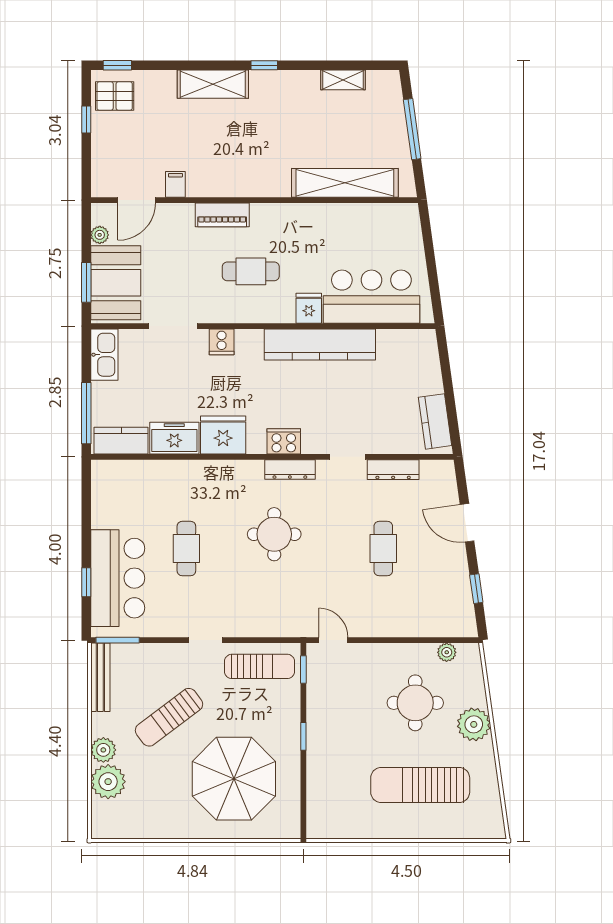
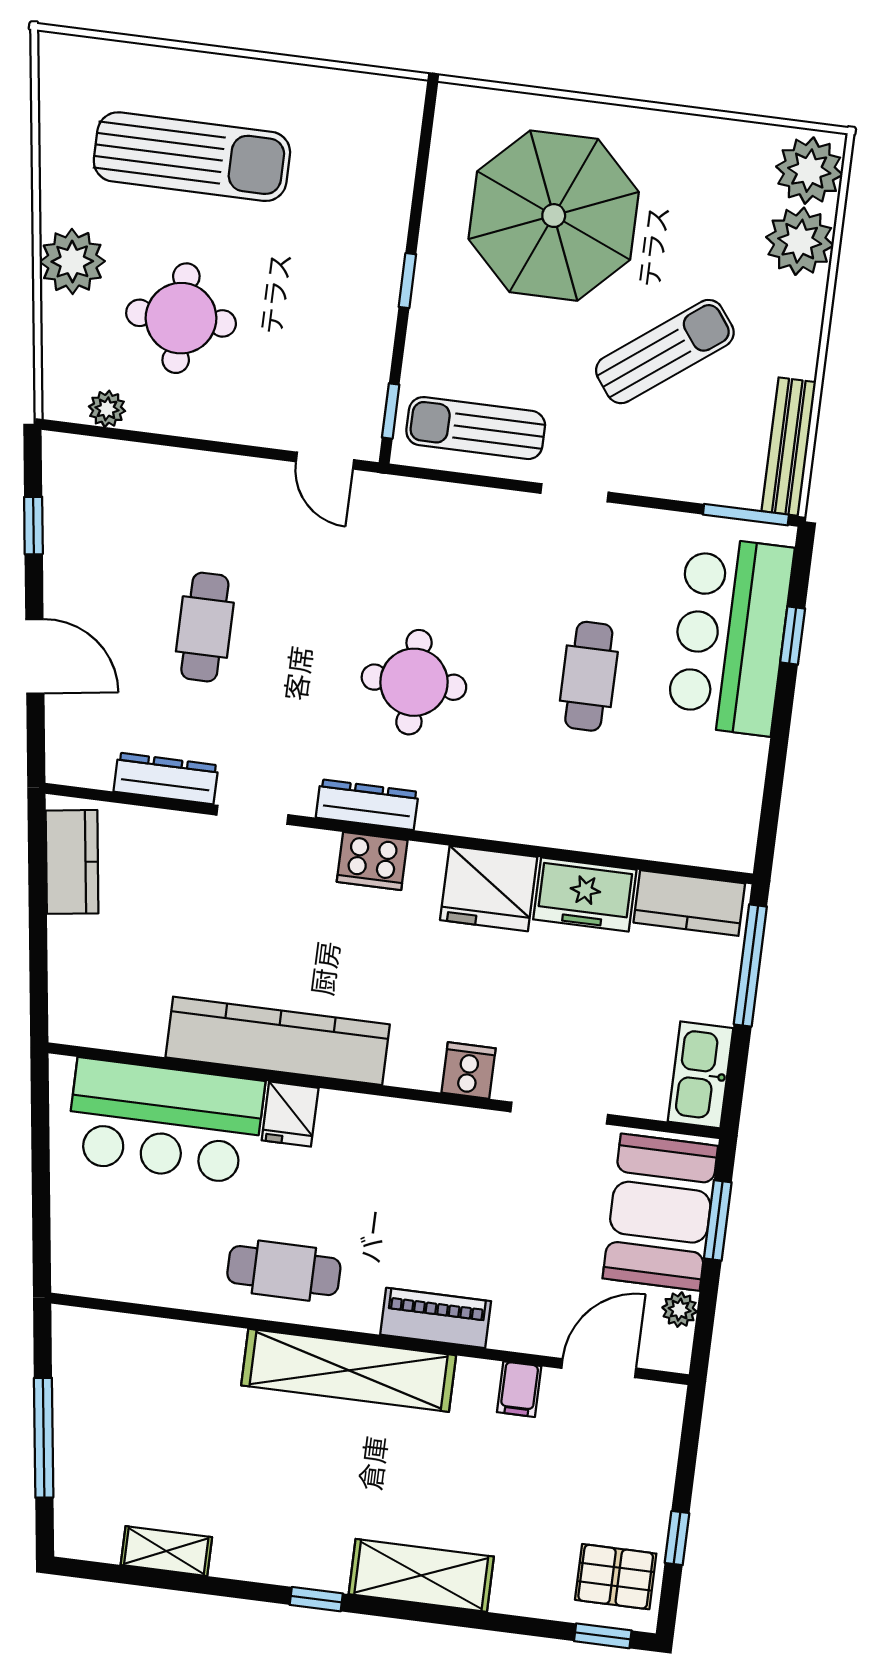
shelving: (345, 183) -> (349, 1370), moved
cafe table: (251, 271) -> (284, 1271), moved
plant: (103, 750) -> (809, 171), moved, width x1.36, depth x1.36

